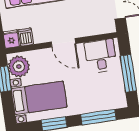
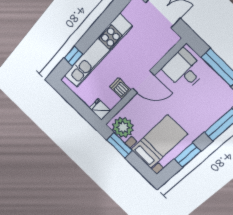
dishwasher: (26, 37) -> (120, 88), moved

